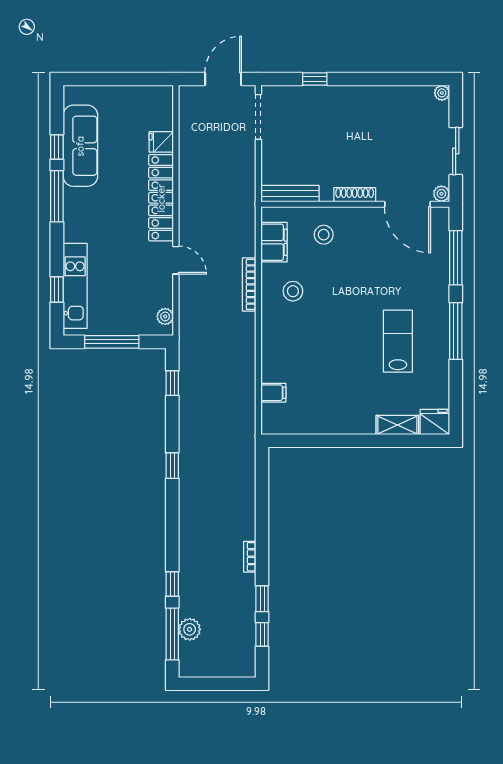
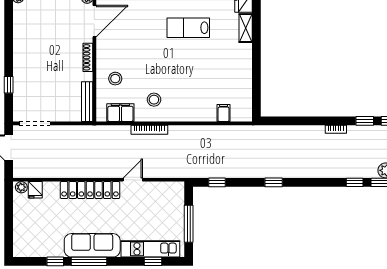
fridge: (161, 142) -> (35, 190), moved
sofa: (80, 146) -> (92, 245), moved
plant: (165, 316) -> (21, 187), moved

